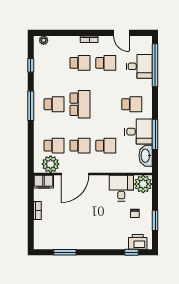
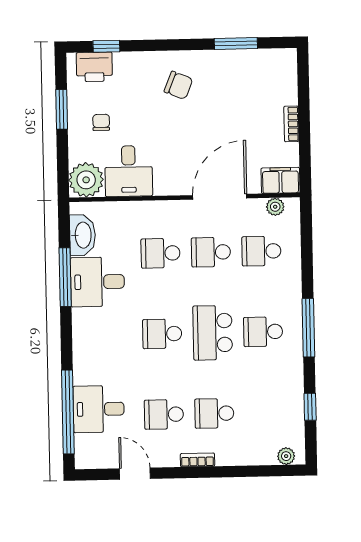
school desk: (132, 104) -> (162, 334), moved
plant: (51, 164) -> (275, 207), width x0.53, depth x0.53
chair: (95, 231) -> (178, 85), added

